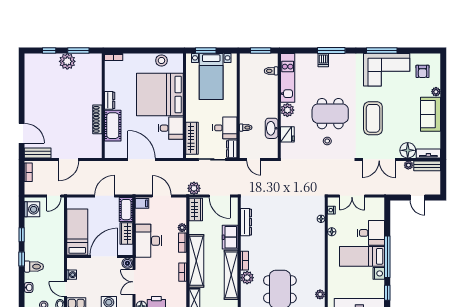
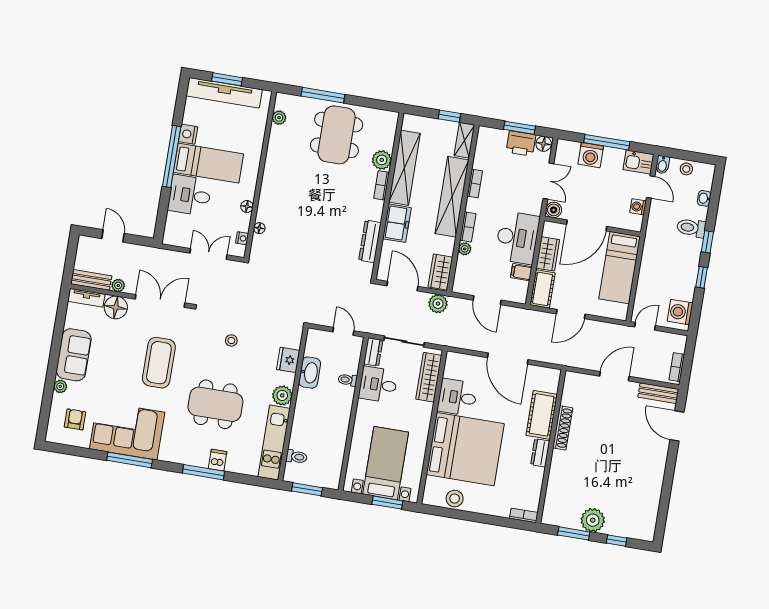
dining table: (330, 114) -> (215, 404), moved
filing cabinet: (142, 203) -> (521, 272), moved
window: (387, 293) -> (180, 104), removed

